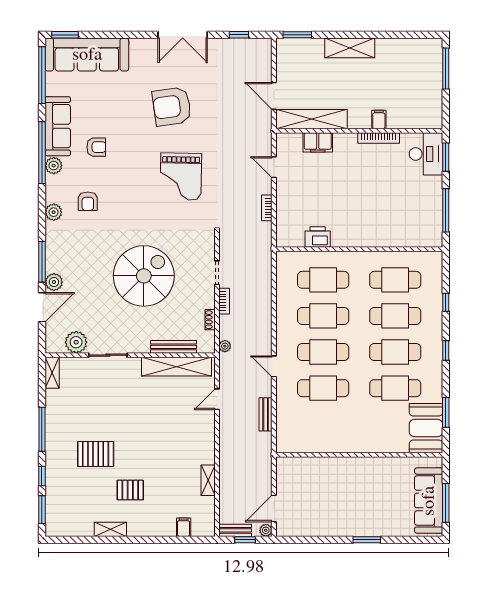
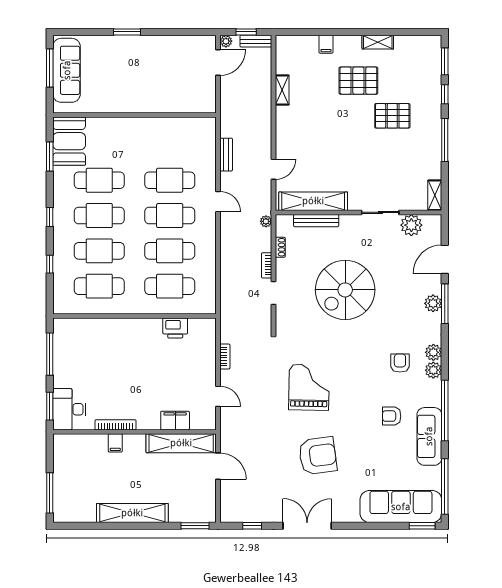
shelving: (350, 48) -> (132, 513), width x1.47
plant: (54, 166) -> (433, 370), moved
plant: (54, 282) -> (433, 303), moved
pallet: (130, 490) -> (358, 81), width x1.50, depth x1.42
filing cabinet: (184, 527) -> (326, 44), moved

